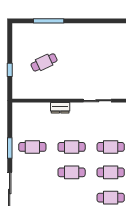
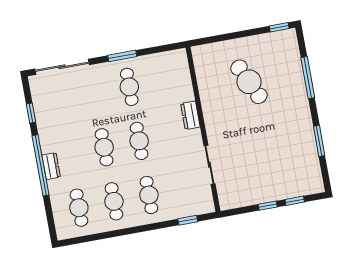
window: (94, 21) -> (319, 141), added
cafe table: (44, 62) -> (249, 82), width x1.37, depth x1.35
window: (10, 70) -> (279, 27), moved

